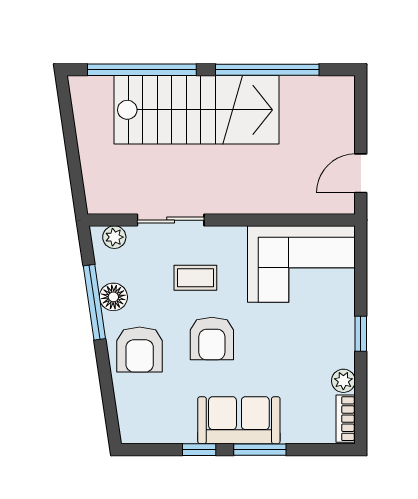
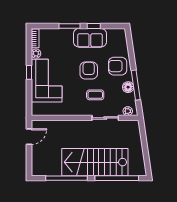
corner sofa: (301, 264) -> (47, 81), moved, turned 90
armchair: (140, 350) -> (118, 66), turned -90
sofa: (239, 420) -> (90, 38), moved

